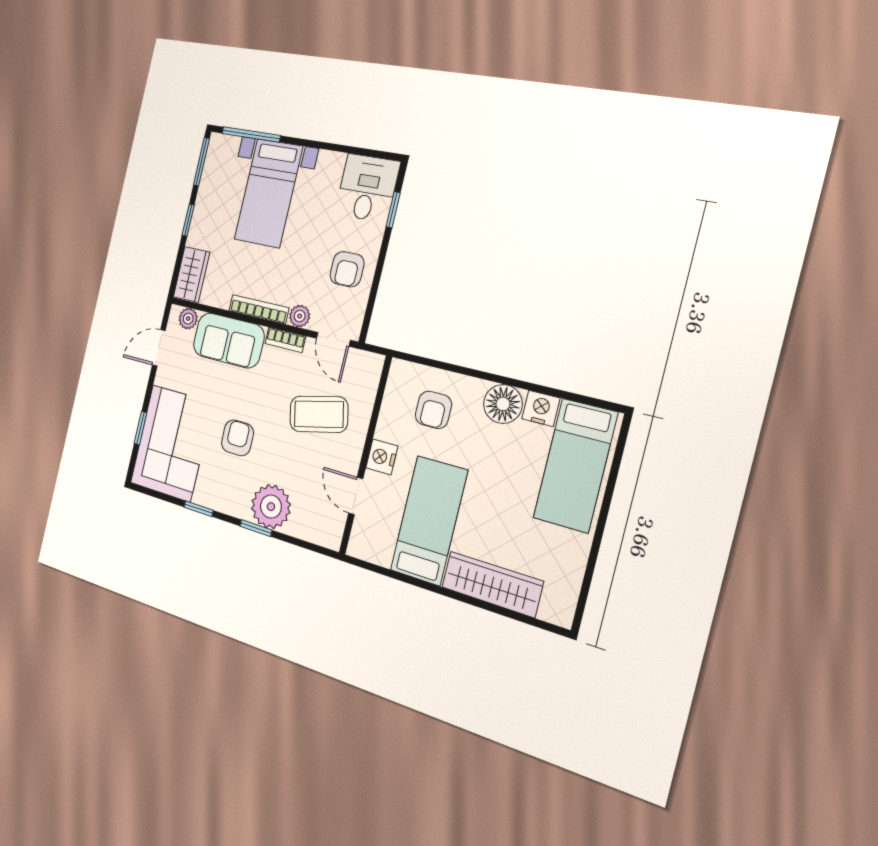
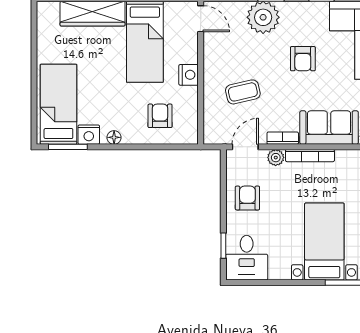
door: (333, 339) -> (245, 147), hinge flipped
window: (577, 398) -> (68, 147), added
floor lamp: (503, 404) -> (114, 137), width x0.53, depth x0.53
coffee table: (319, 414) -> (243, 92), width x0.73, depth x0.77
door: (356, 496) -> (201, 19), moved

